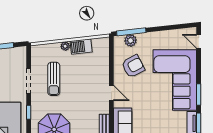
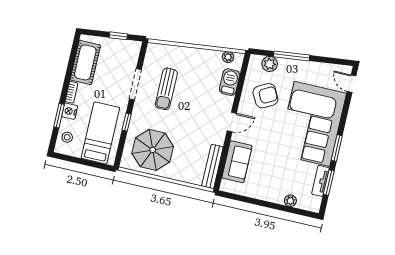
window: (131, 32) -> (292, 56), moved
plant: (65, 46) -> (228, 57), moved
barbecue: (81, 47) -> (230, 82), moved, turned 96
door: (111, 93) -> (232, 122), hinge flipped

